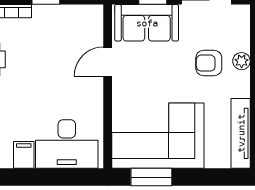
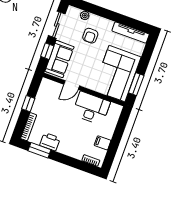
plant: (242, 61) -> (85, 15), moved
door: (108, 62) -> (72, 85), hinge flipped
desk: (67, 144) -> (91, 108), moved, turned -90

